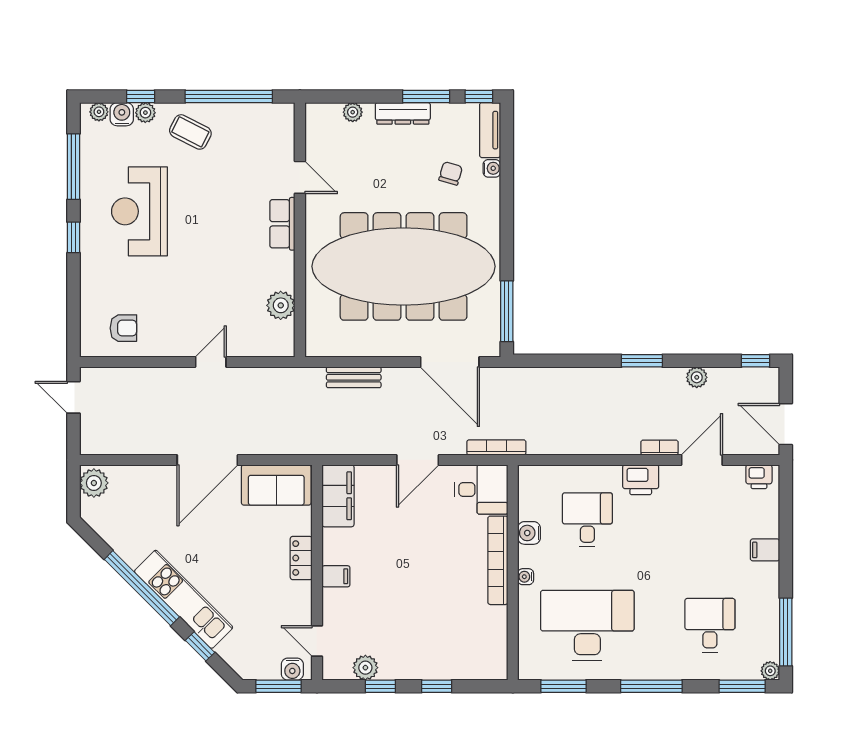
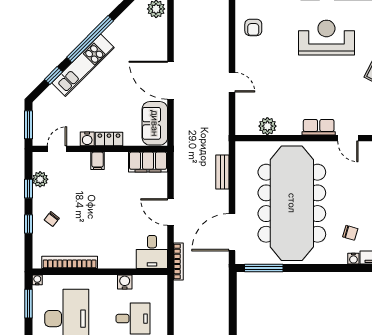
door: (300, 177) -> (348, 138), hinge flipped
bookcase: (498, 560) -> (70, 262), moved
water cooler: (526, 577) -> (37, 280), moved
chair: (429, 649) -> (52, 219), added
water cooler: (292, 669) -> (87, 139), moved, turned -90

